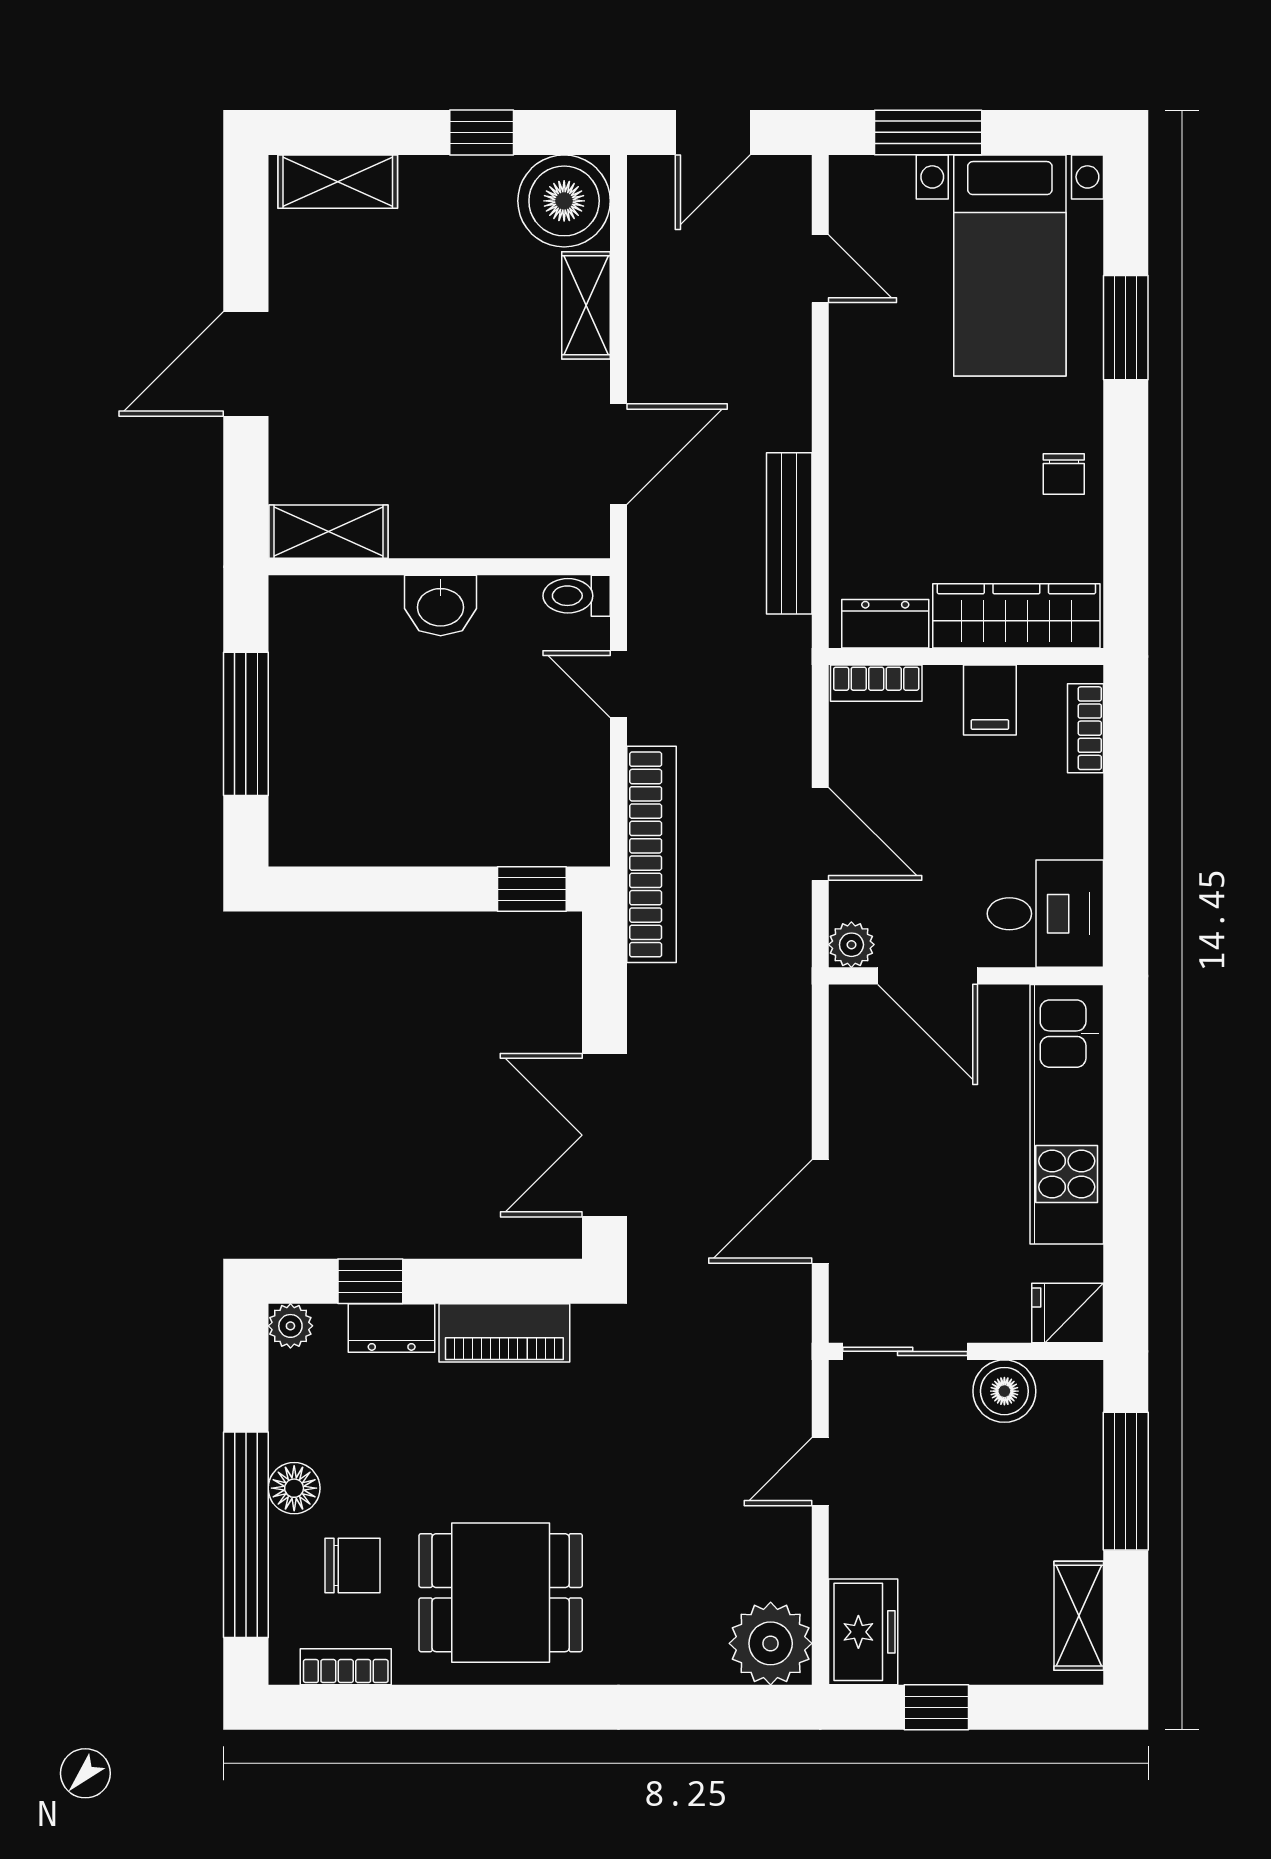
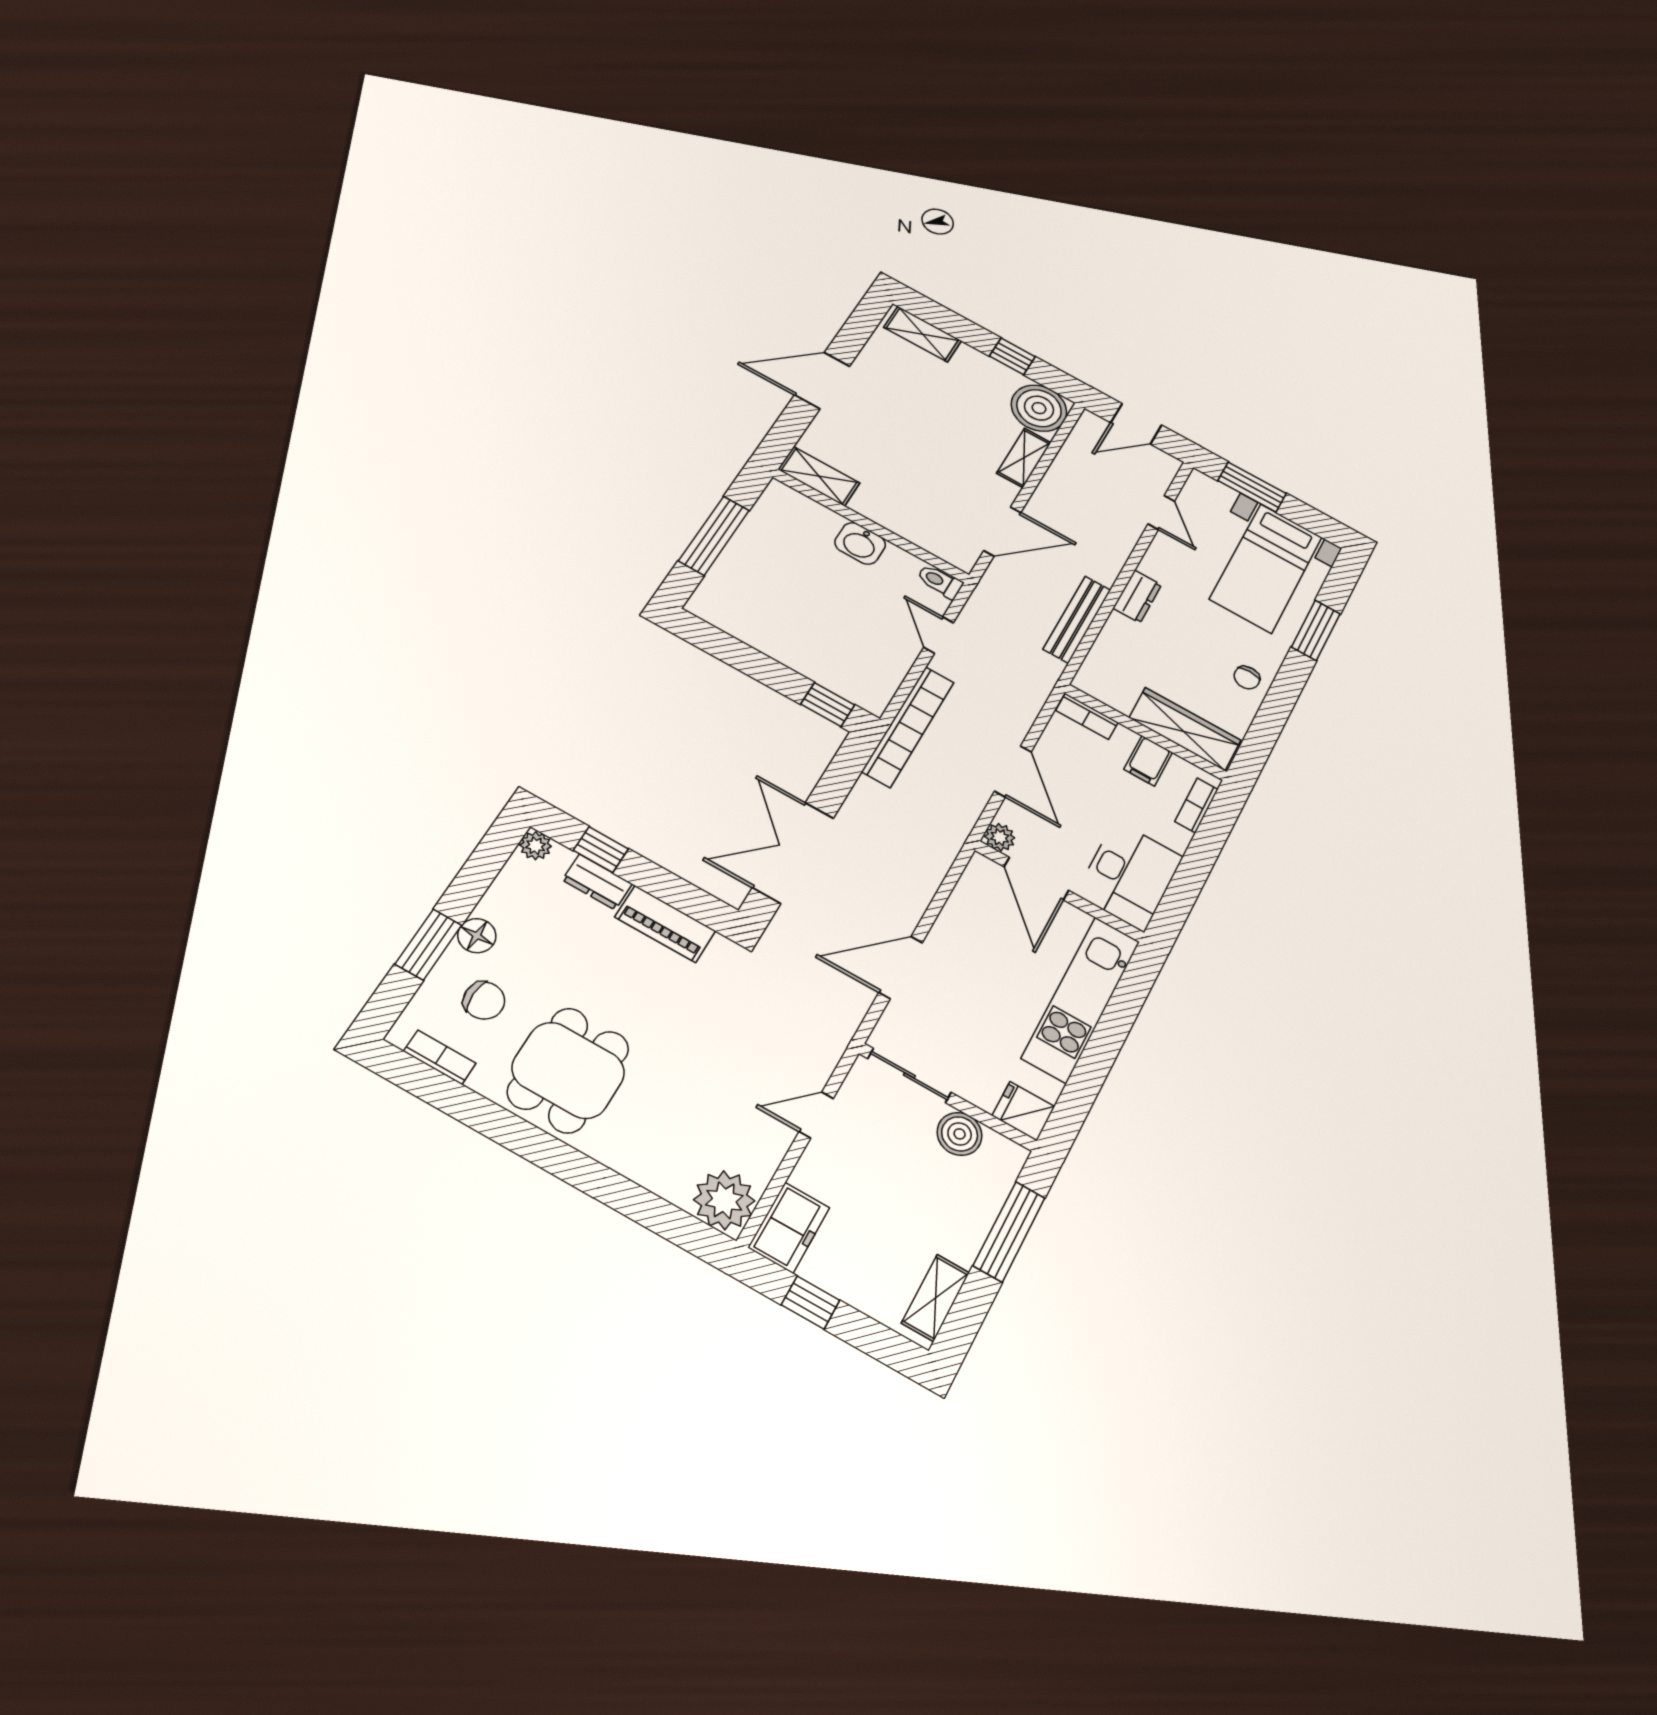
dresser: (885, 624) -> (1137, 596), moved, turned 90
desk: (1045, 914) -> (1129, 875), width x1.37
window: (246, 1535) -> (428, 945), width x0.47
dining table: (501, 1593) -> (568, 1070), turned 90

